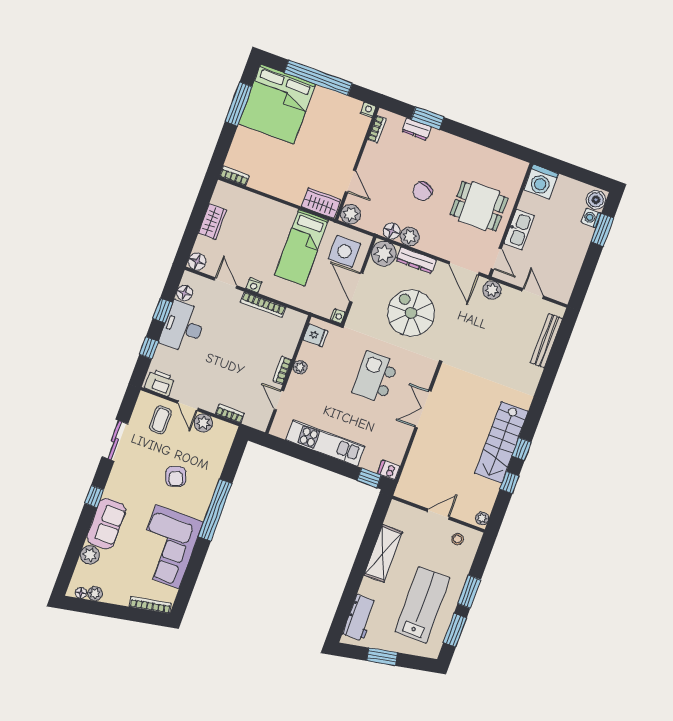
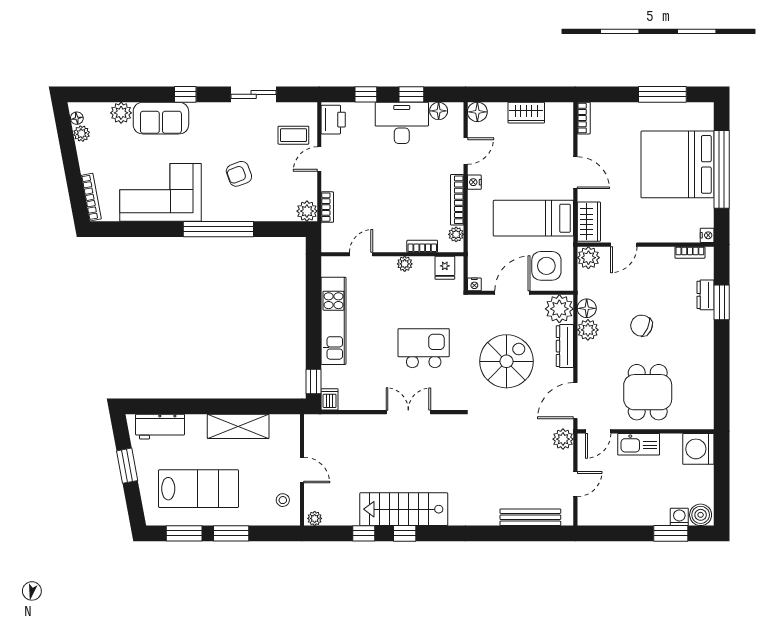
bed: (277, 104) -> (678, 164), moved
door: (277, 199) -> (575, 173), added
plant: (291, 316) -> (456, 234), added
bookcase: (282, 370) -> (422, 246), moved
plant: (203, 423) -> (307, 211), moved

